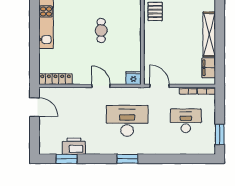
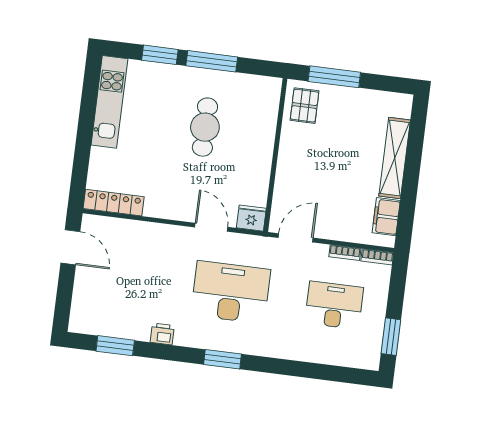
cafe table: (101, 30) -> (205, 127), width x1.37, depth x1.35
door: (101, 86) -> (211, 227), moved
door: (160, 86) -> (296, 238), hinge flipped
printer: (74, 146) -> (162, 334), moved, width x0.53, depth x0.68

